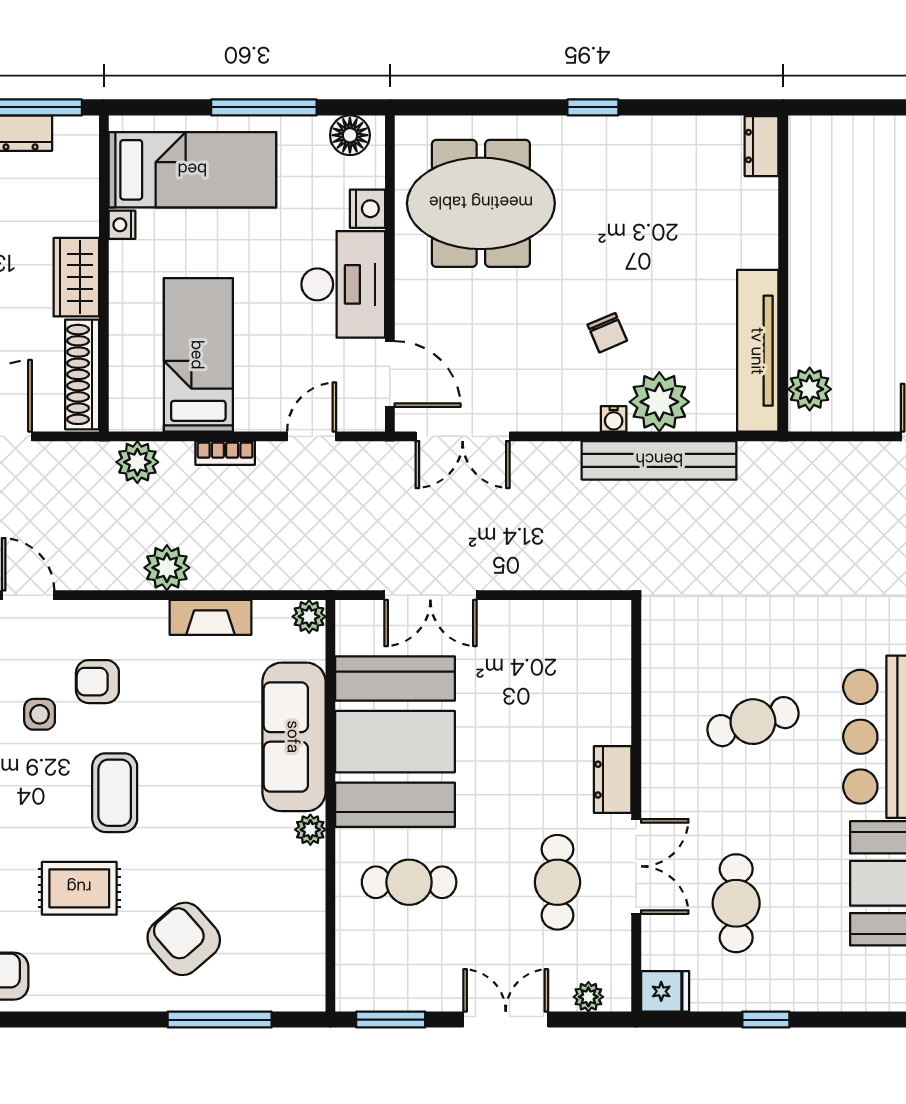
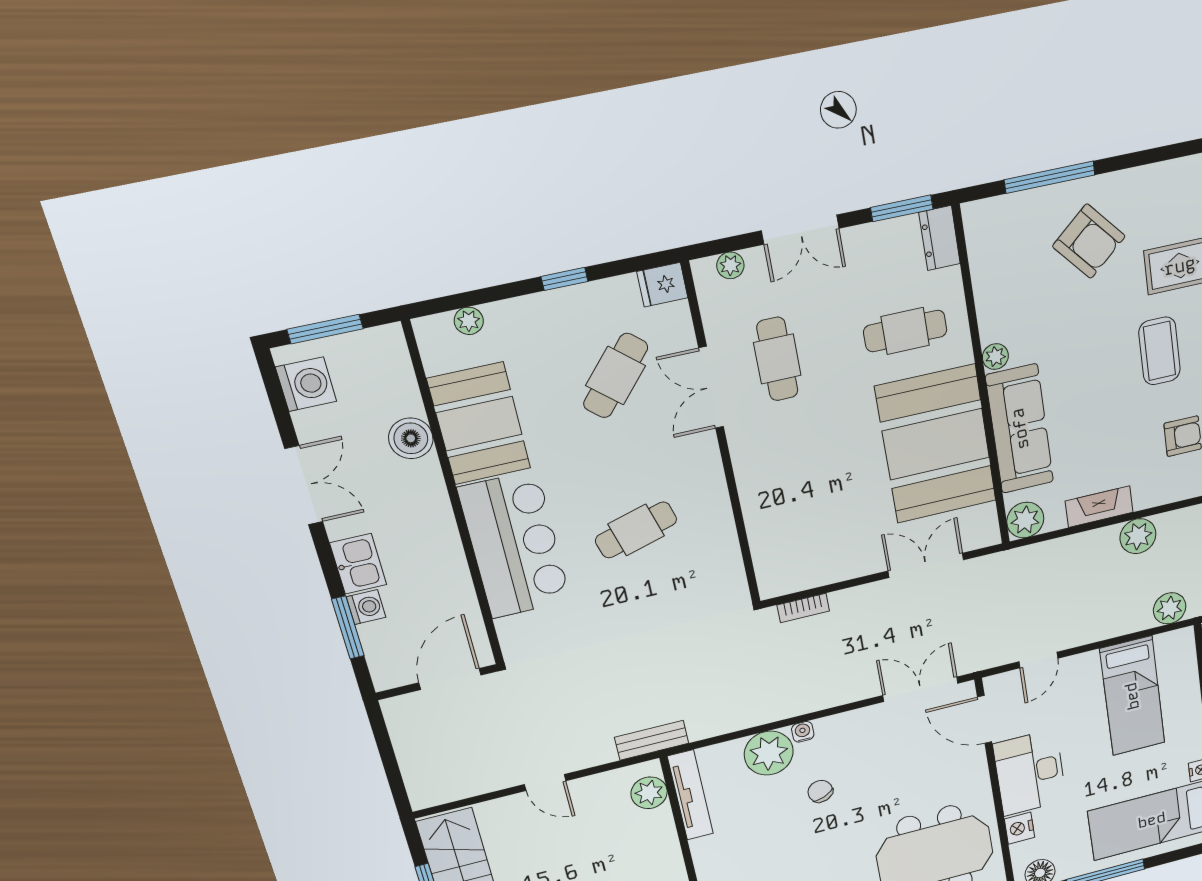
tv unit: (758, 351) -> (690, 795), width x0.73, depth x0.78
bookcase: (225, 453) -> (803, 608), moved, turned 180
bench: (659, 460) -> (652, 740), moved, width x0.54, depth x0.82
plant: (309, 617) -> (1025, 520), width x1.38, depth x1.38
dresser: (613, 780) -> (940, 238), moved, turned 180
cafe table: (736, 903) -> (616, 376), turned 41
plant: (875, 997) -> (469, 321), added

